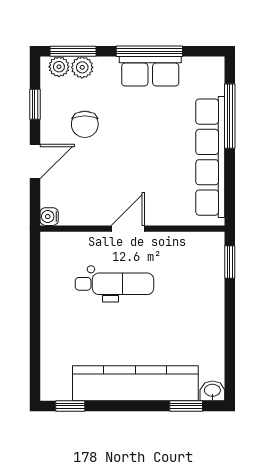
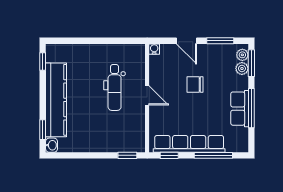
window: (35, 104) -> (220, 41), width x1.50
chair: (85, 124) -> (195, 85), moved
window: (230, 191) -> (169, 155), added

